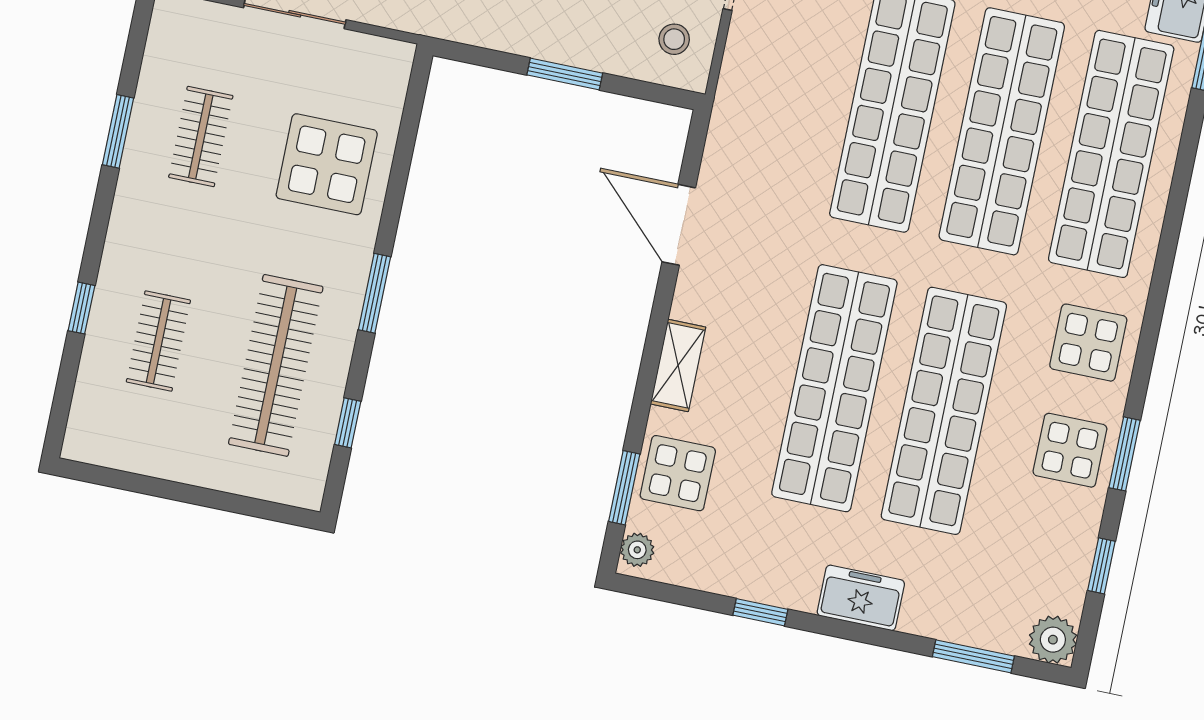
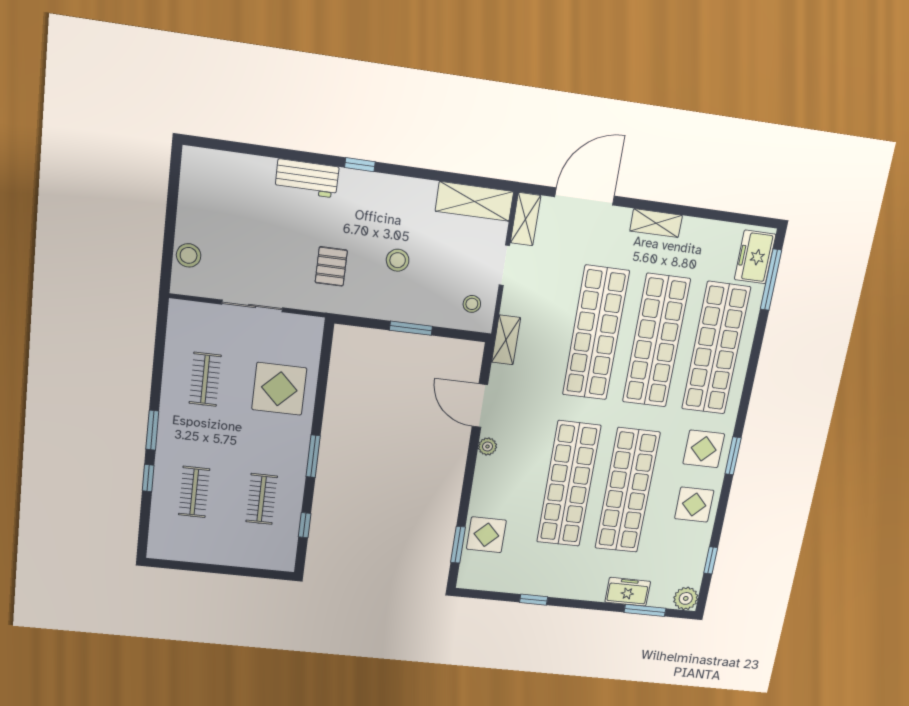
window: (118, 131) -> (152, 430), moved
clothes rail: (276, 365) -> (262, 499), width x0.54, depth x0.76
shelving: (678, 365) -> (506, 340), moved
window: (1125, 454) -> (733, 456), moved
plant: (637, 550) -> (487, 446), moved
freezer: (861, 598) -> (628, 592), moved

